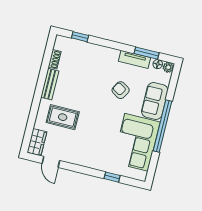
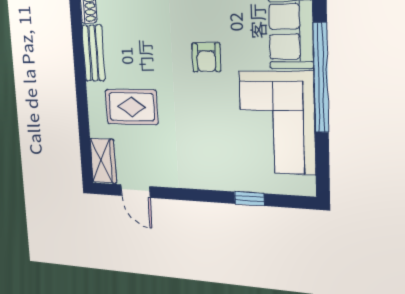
armchair: (121, 90) -> (206, 57), moved, turned -121

